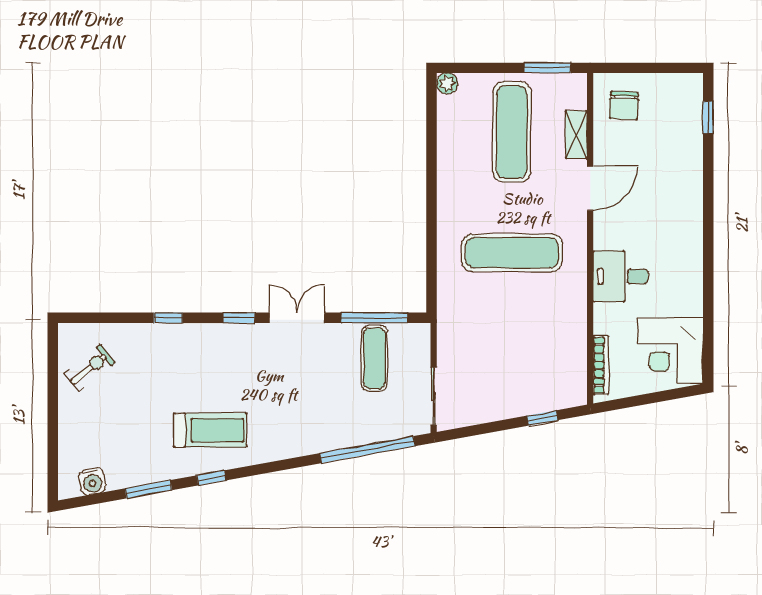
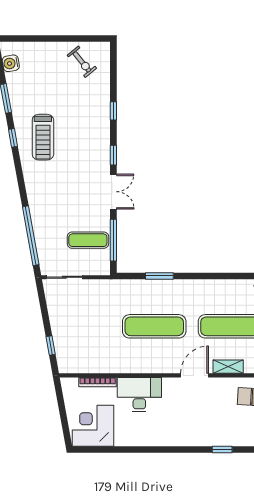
window: (708, 117) -> (222, 449), moved
door: (590, 188) -> (195, 375), swing flipped
window: (432, 244) -> (159, 276), added
exercise mat: (512, 253) -> (154, 326), turned 90
desk: (621, 276) -> (139, 395), width x1.37
bookcase: (601, 365) -> (98, 382), moved

